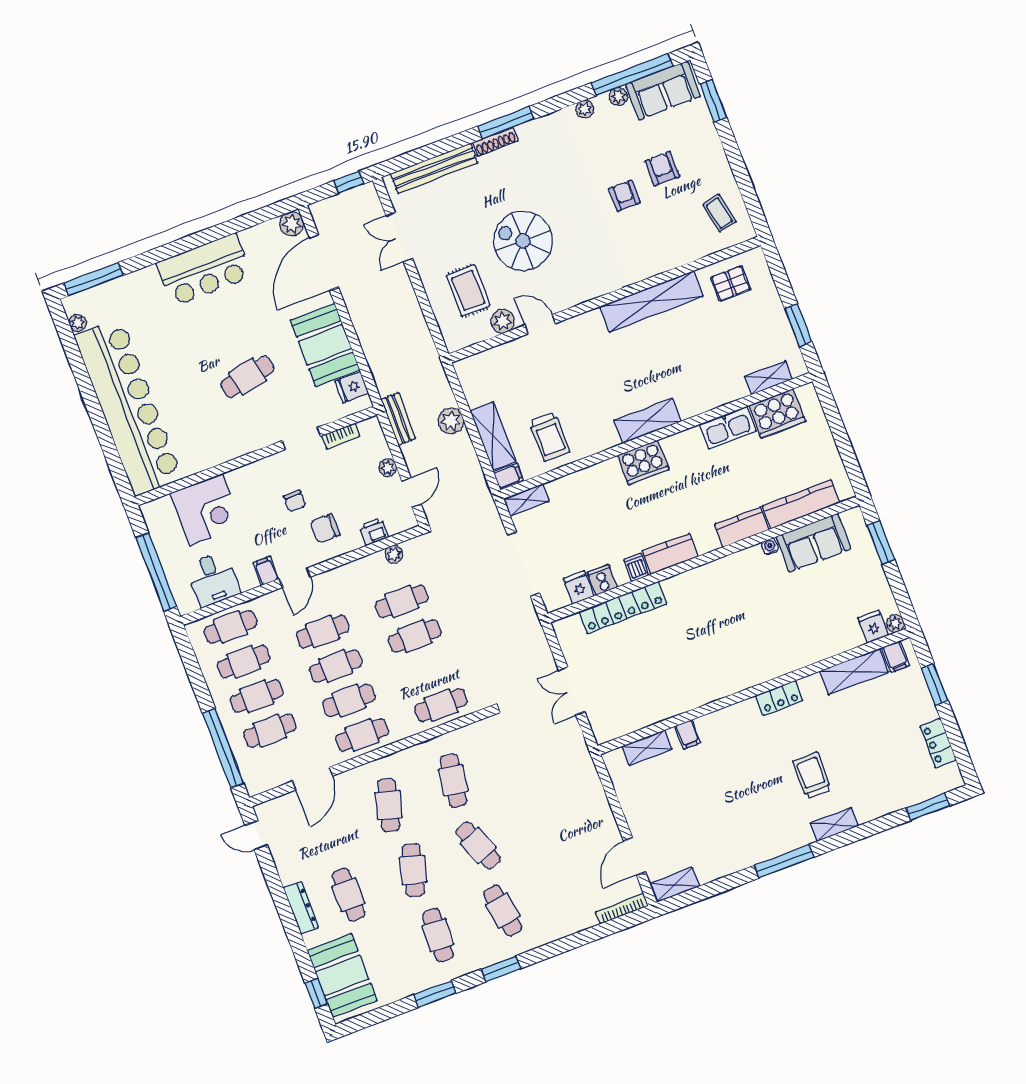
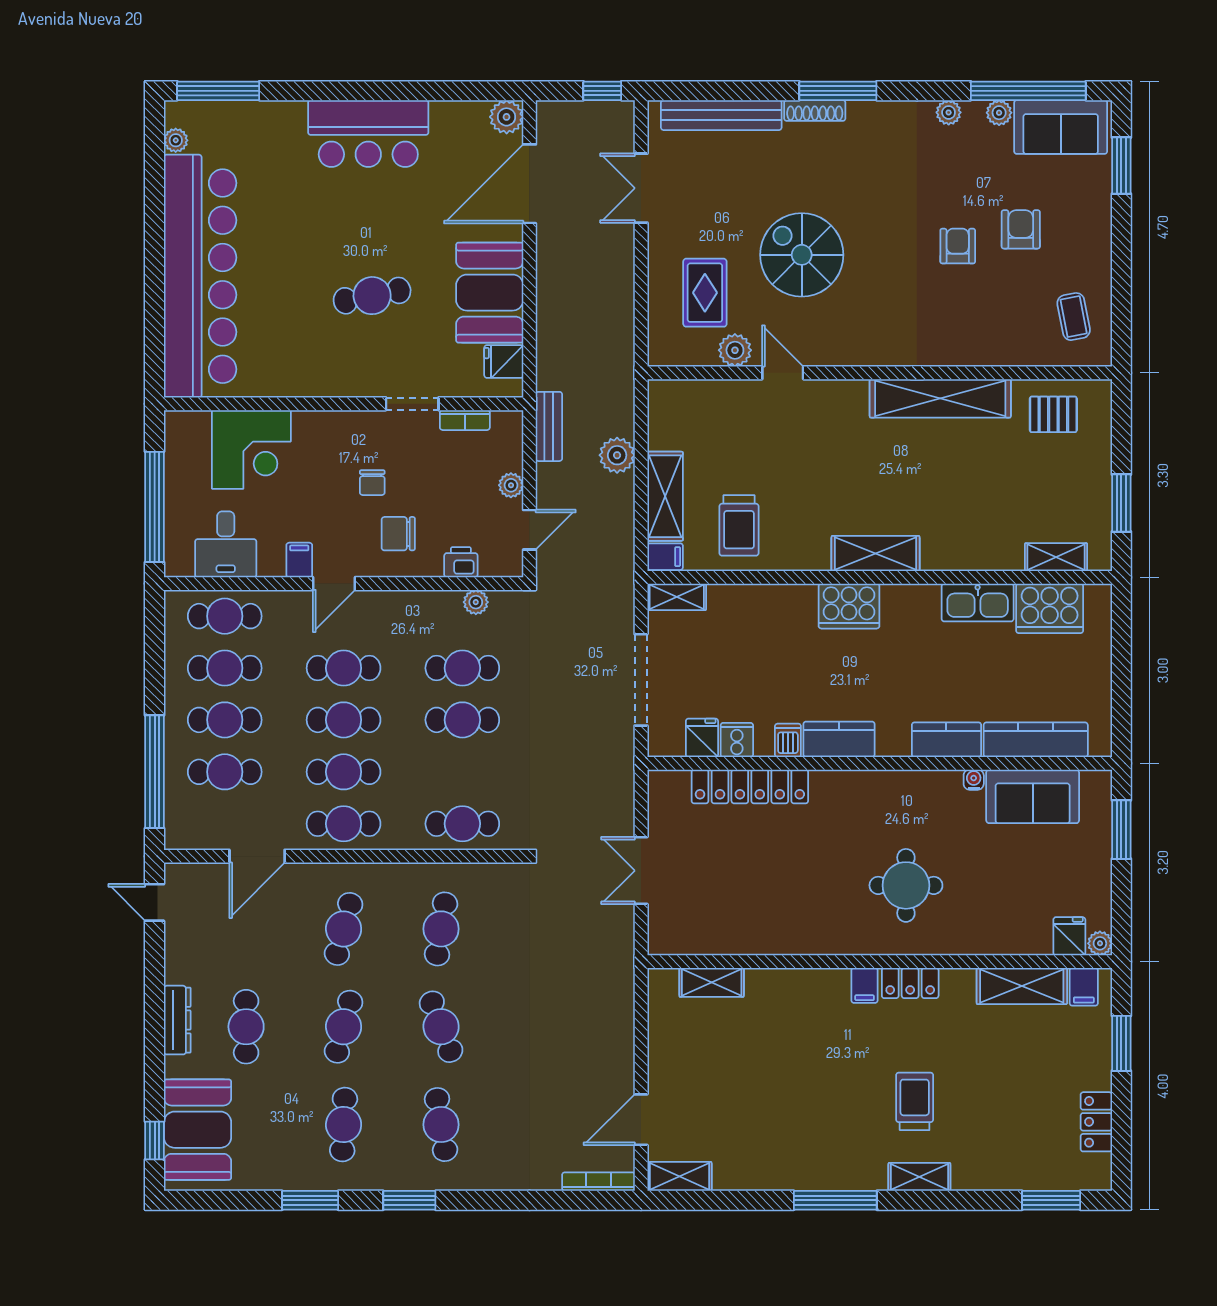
round table: (752, 634) -> (906, 885), added
filing cabinet: (688, 734) -> (865, 985), moved

